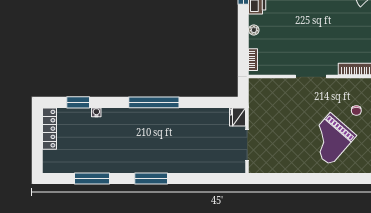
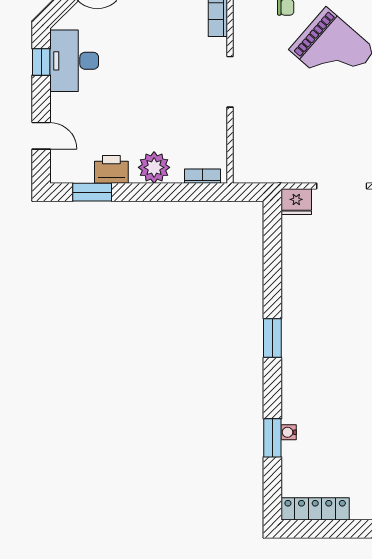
plant: (254, 30) -> (154, 167), width x1.88, depth x1.88
window: (78, 102) -> (272, 438), moved
window: (154, 102) -> (272, 338), width x0.47

